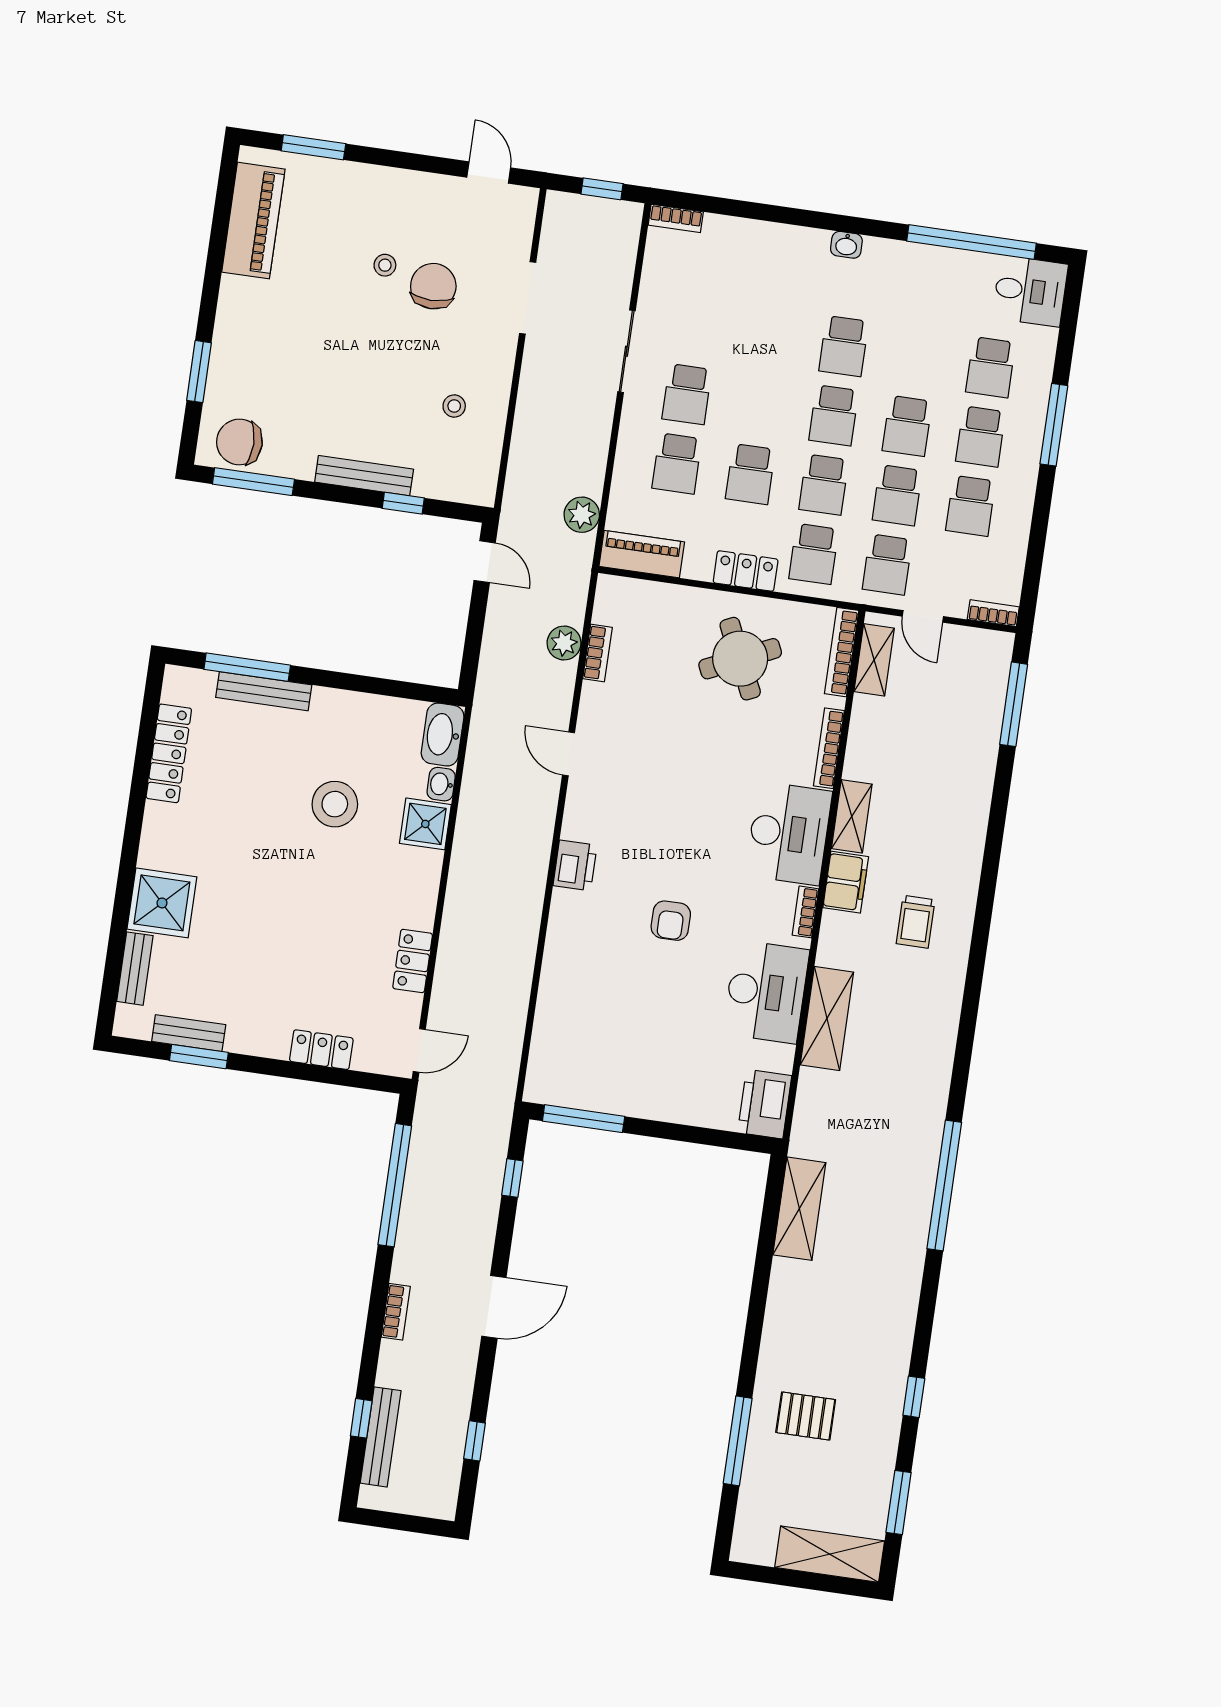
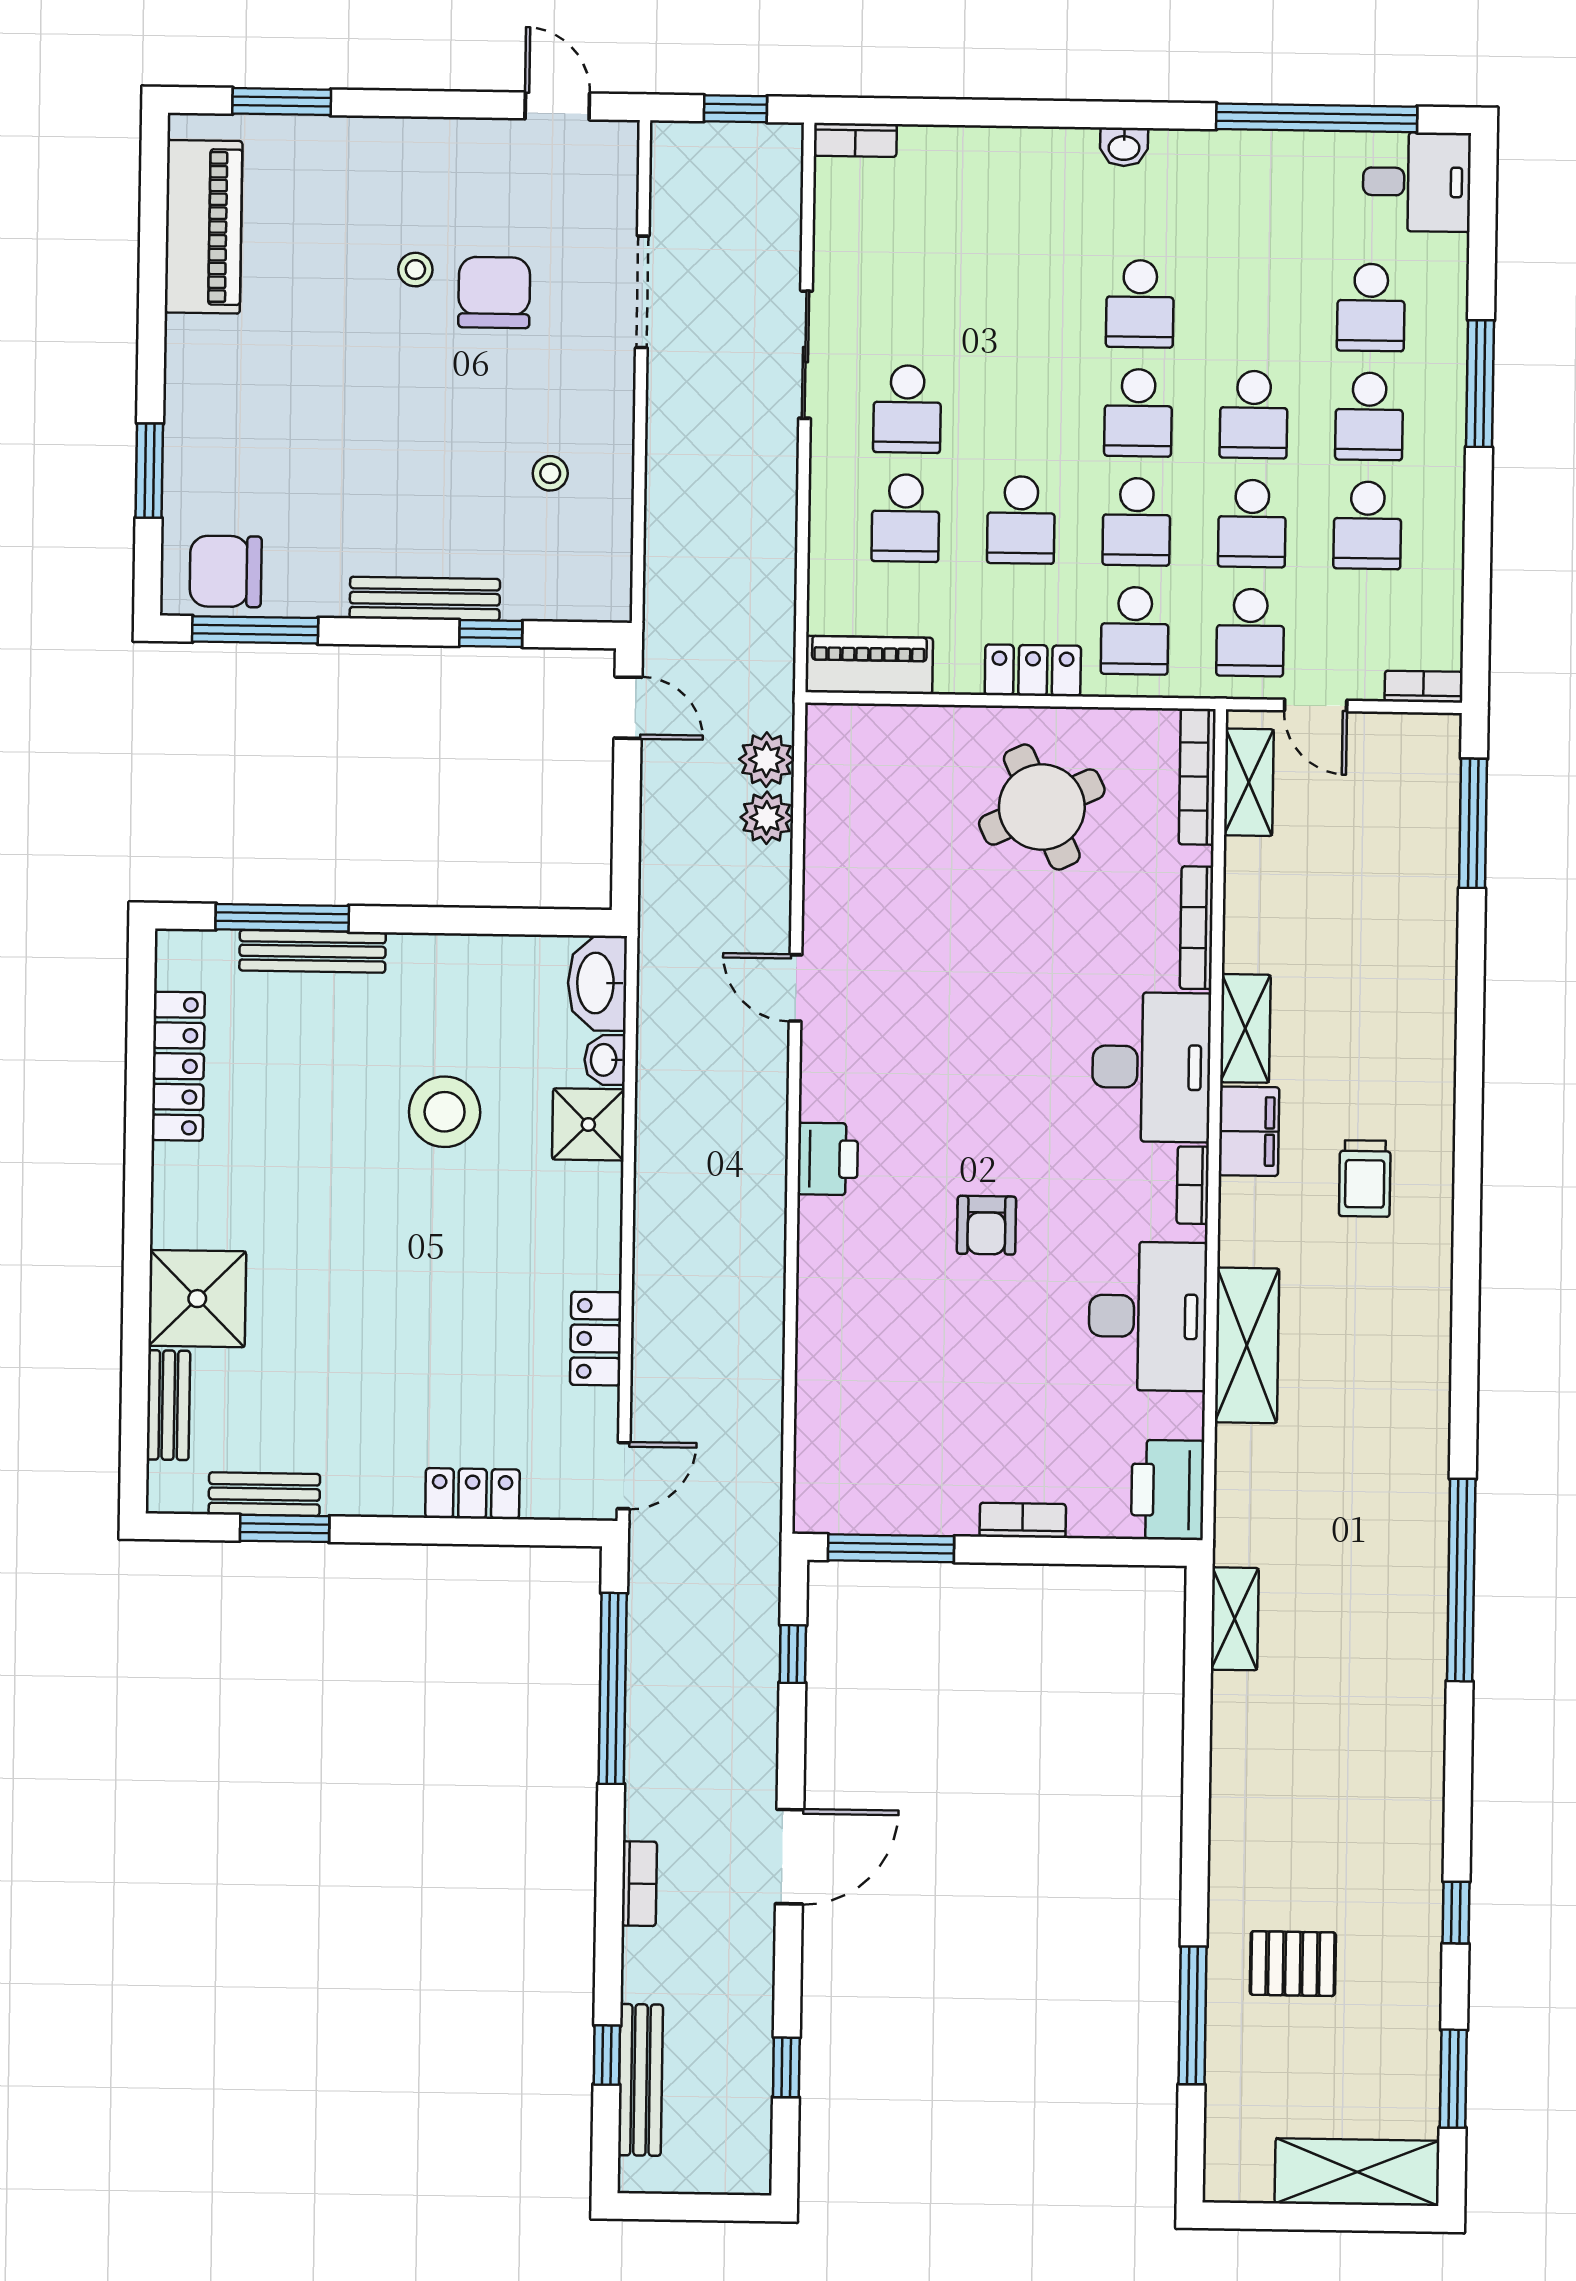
plant: (582, 515) -> (766, 760), moved
bookcase: (597, 653) -> (1023, 1520), moved, turned -90
shelving: (799, 1209) -> (1235, 1619), width x0.67, depth x0.75

